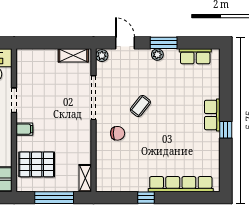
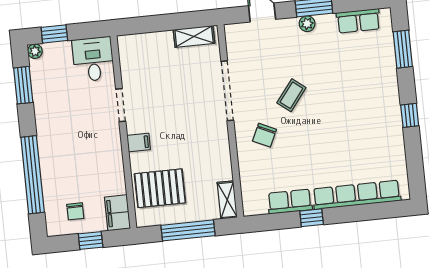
plant: (102, 56) -> (232, 33), removed
window: (226, 81) -> (403, 49), added
row of seats: (212, 115) -> (290, 202), moved, turned 90
chair: (118, 133) -> (264, 135), turned 115

